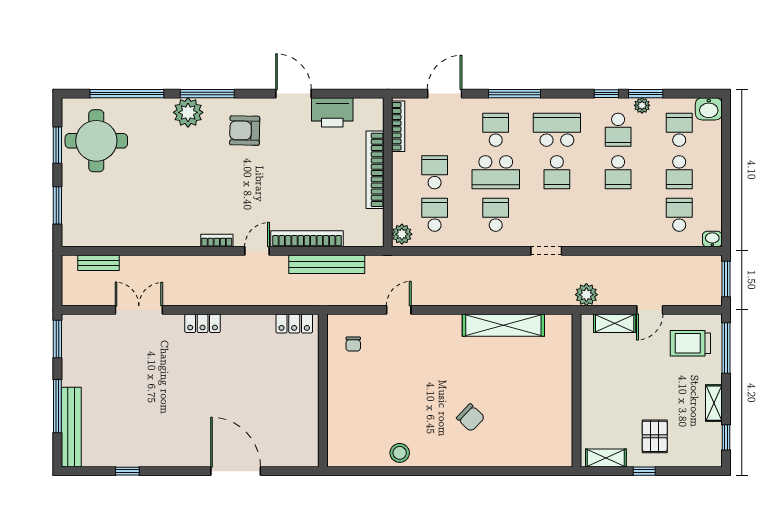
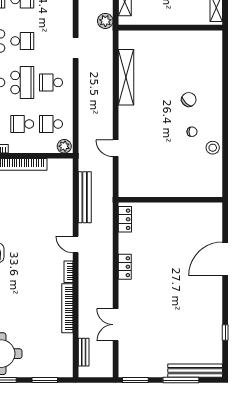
bookcase: (307, 239) -> (67, 308), moved
locker: (203, 323) -> (125, 267), moved
chair: (353, 344) -> (192, 132), moved

